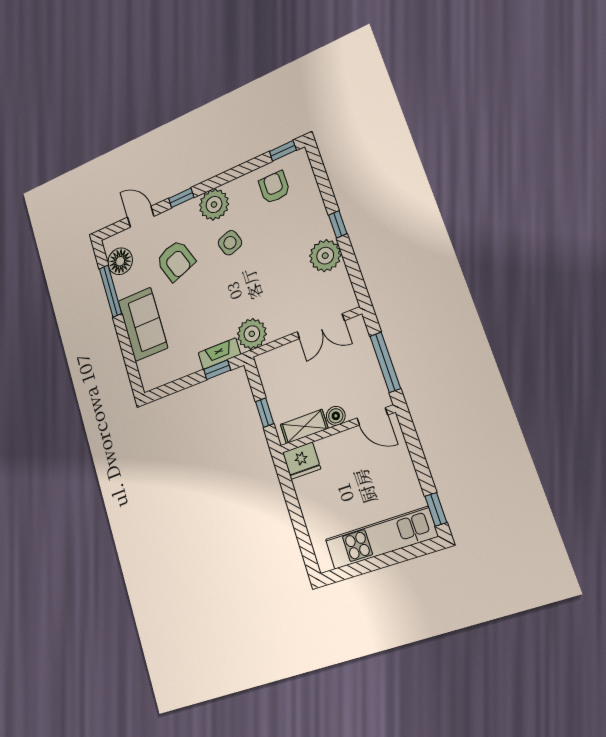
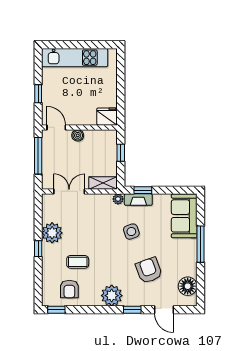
coffee table: (275, 230) -> (78, 262), added
side table: (230, 243) -> (131, 232), moved
window: (110, 291) -> (201, 244), moved
sofa: (143, 324) -> (184, 216), moved
plant: (252, 334) -> (118, 199), width x0.53, depth x0.53
shelving: (304, 426) -> (103, 183), moved
window: (436, 509) -> (38, 94), moved

